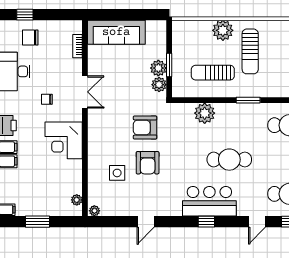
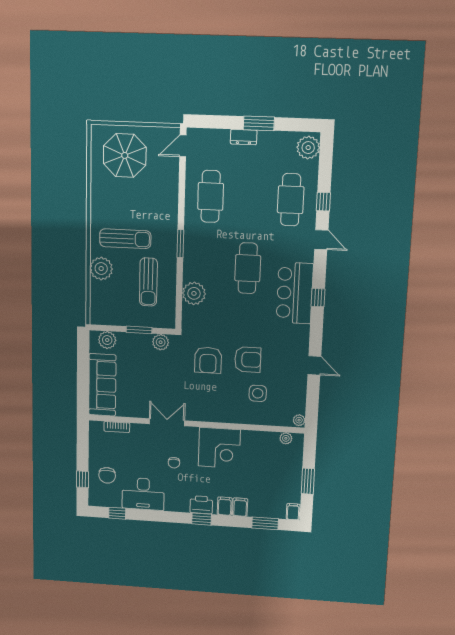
plant: (158, 68) -> (107, 340), moved

